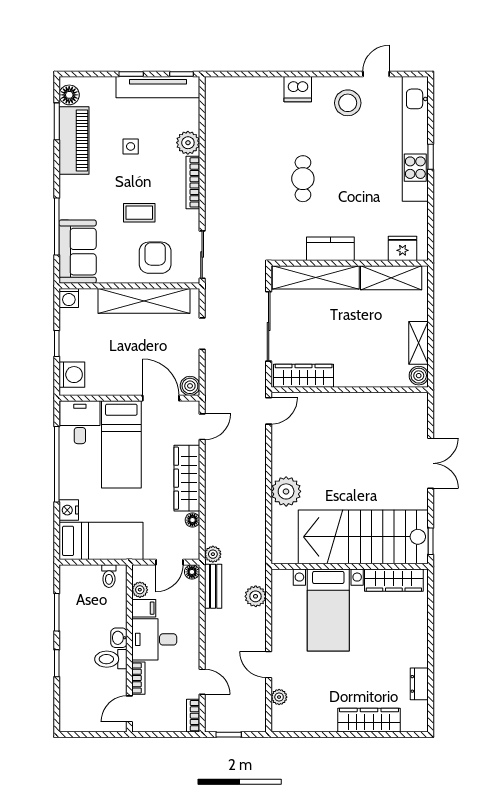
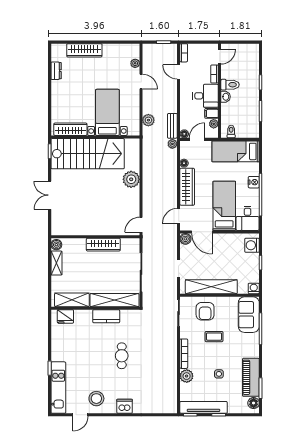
kitchen unit: (415, 139) -> (58, 388), width x0.73
wardrobe: (304, 376) -> (103, 245), moved
nightstand: (69, 510) -> (254, 182), moved

